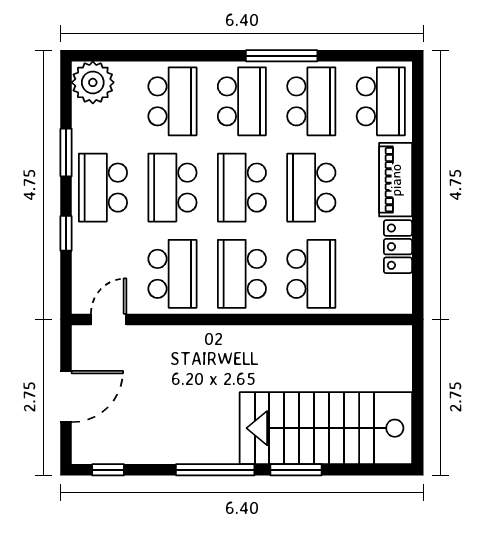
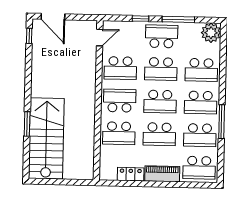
window: (66, 153) -> (178, 19), width x1.44
school desk: (172, 188) -> (161, 69), turned 180
school desk: (242, 188) -> (160, 102), turned 180
school desk: (311, 188) -> (159, 134), turned 180
door: (109, 319) -> (100, 38), hinge flipped
door: (66, 397) -> (53, 17), moved
window: (215, 470) -> (28, 86), removed

